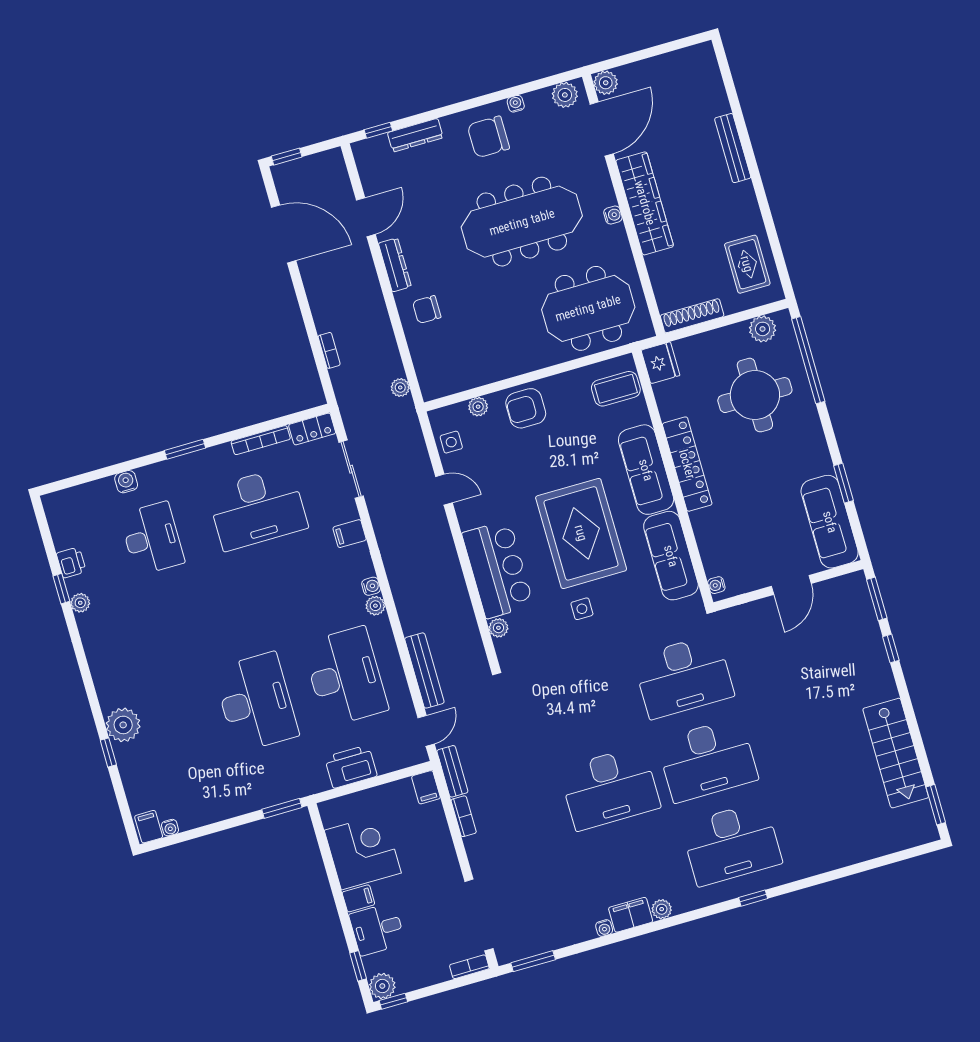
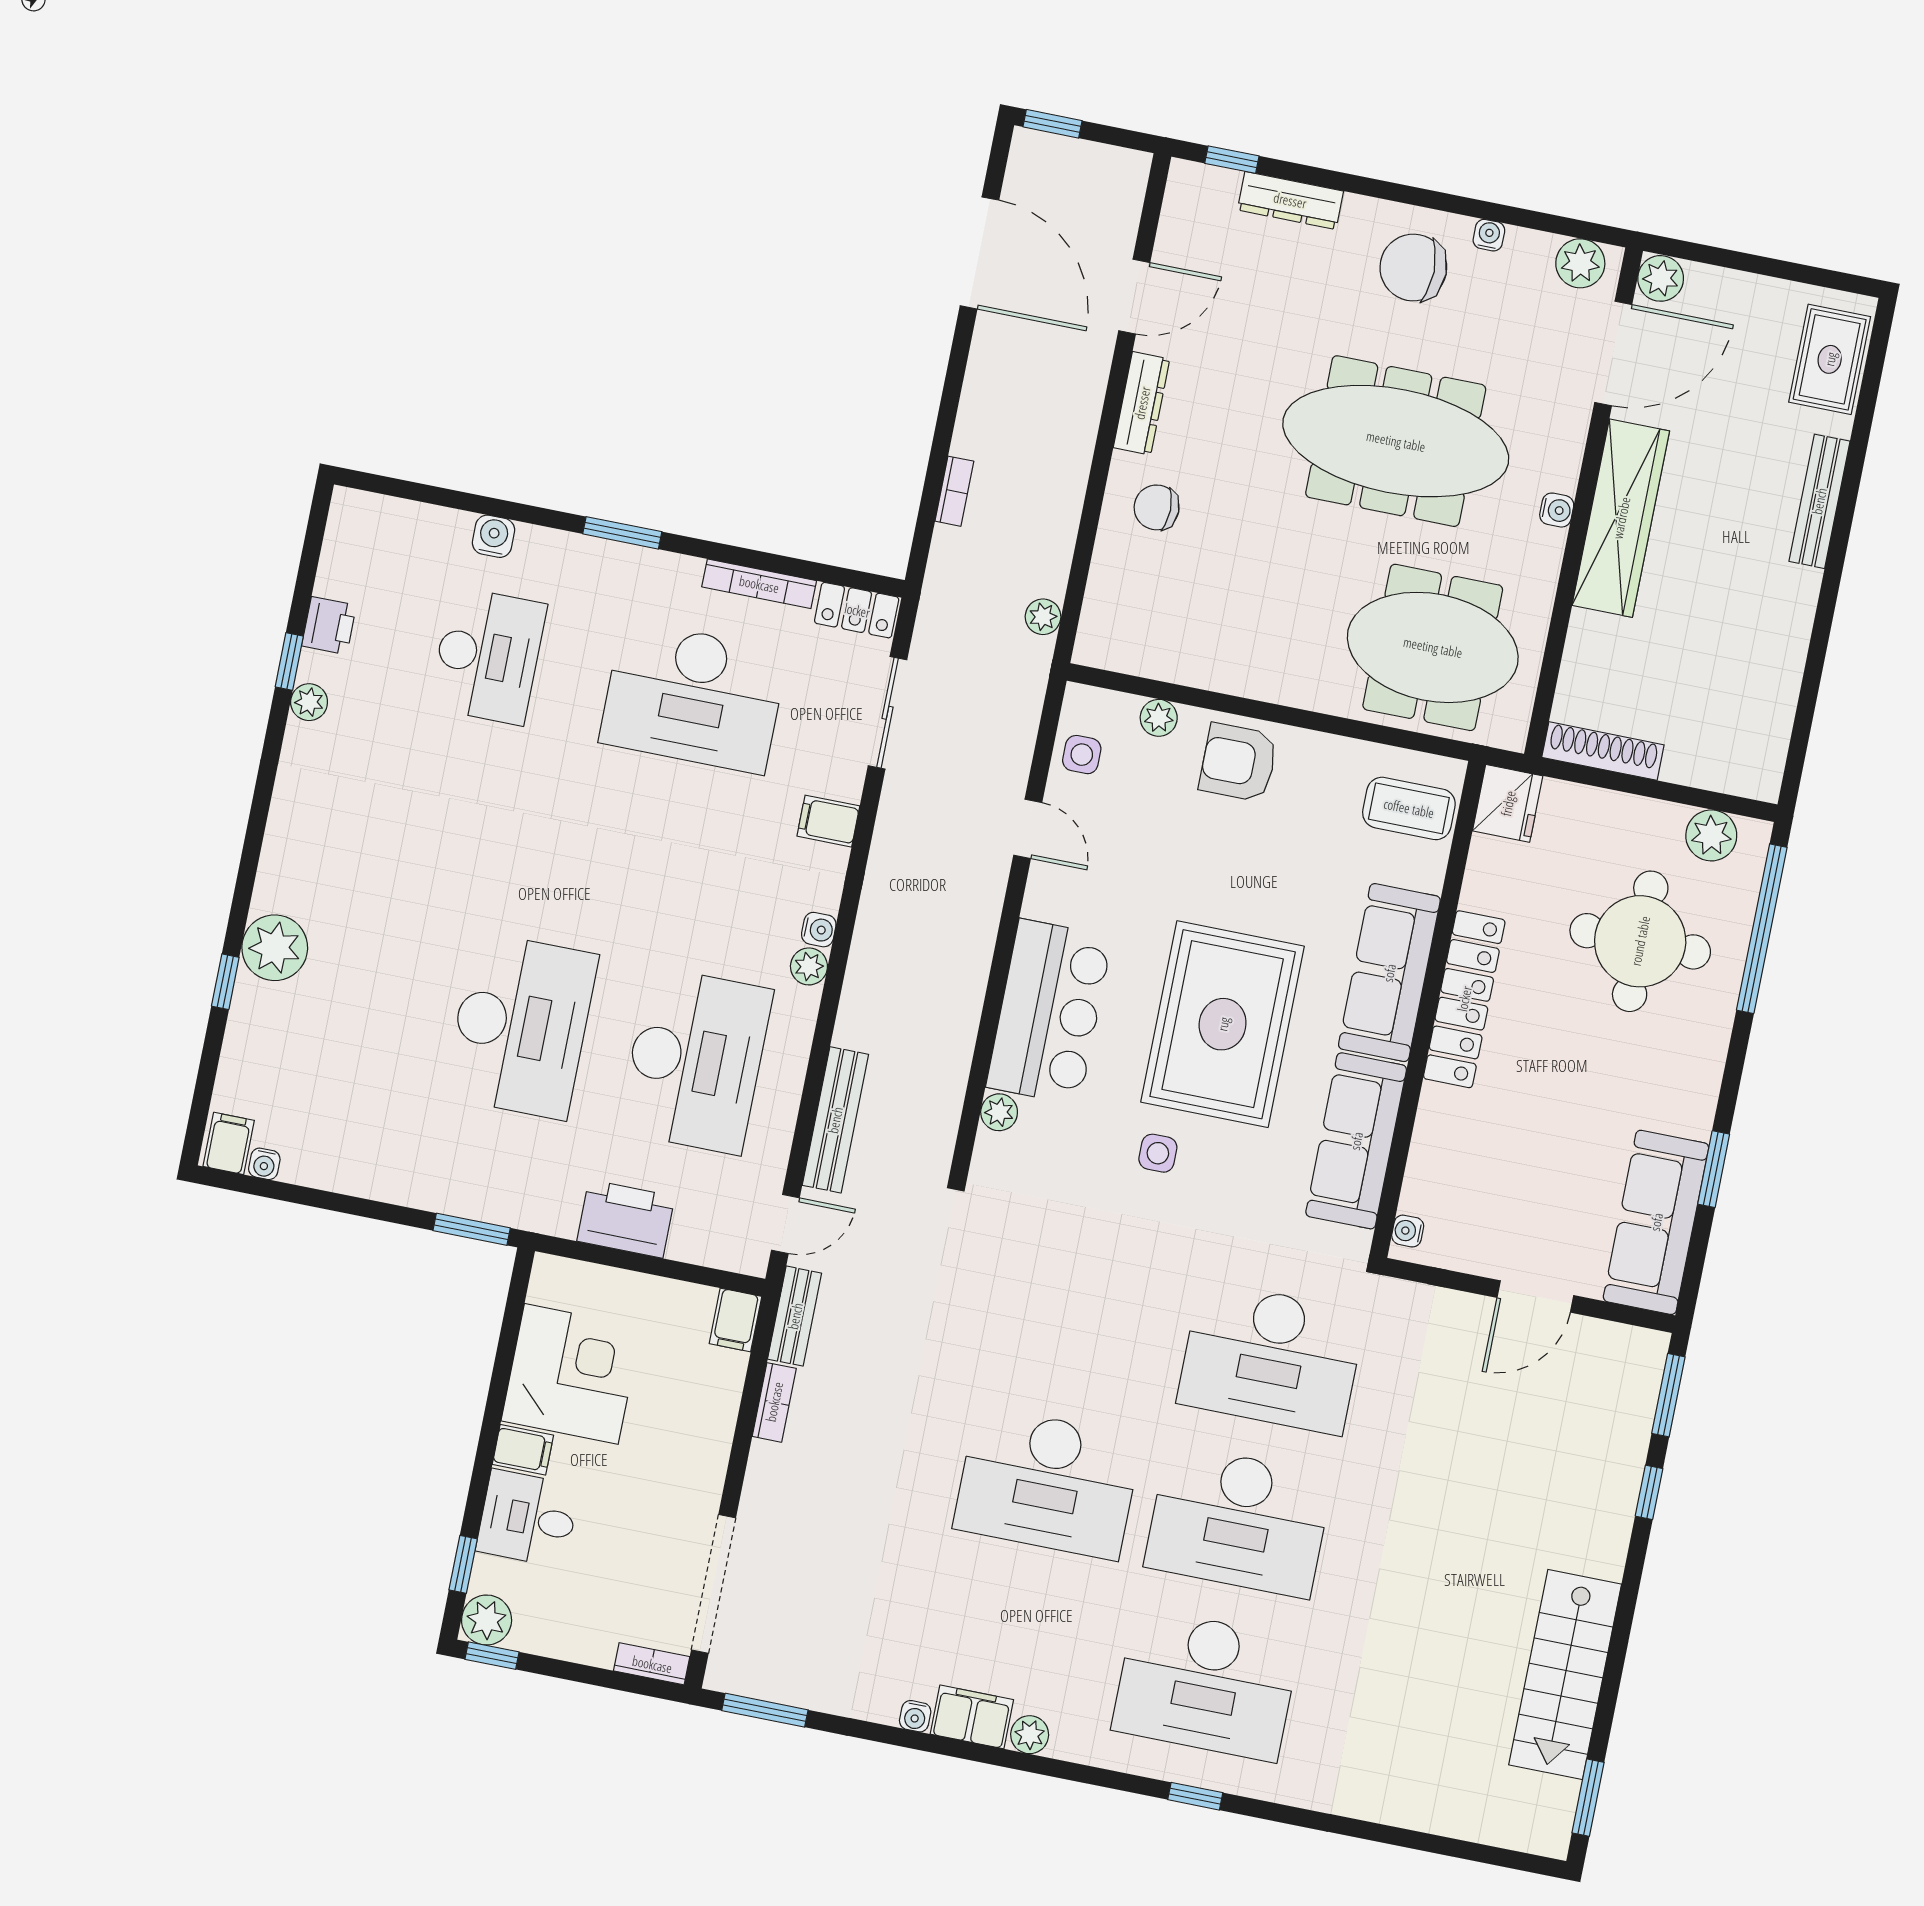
rug: (747, 264) -> (1830, 359), moved

